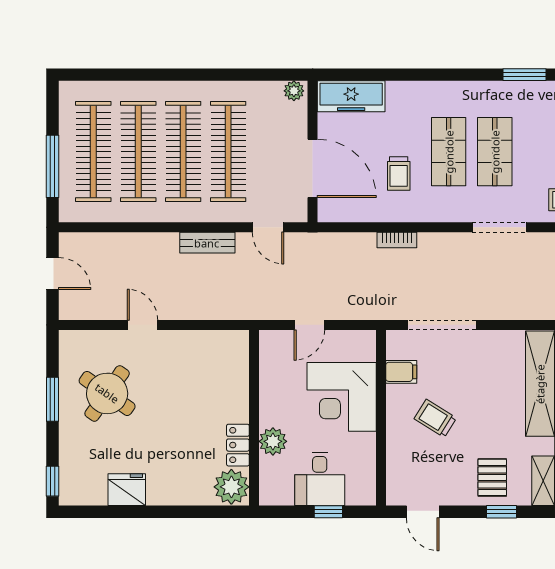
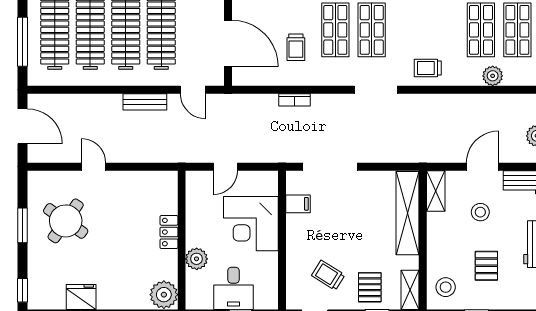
door: (52, 274) -> (23, 126), width x1.37
trolley: (435, 418) -> (328, 275), moved
locker: (238, 445) -> (169, 232), moved

